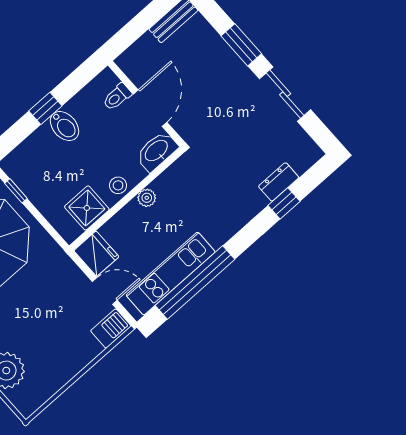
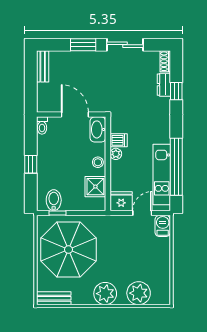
toilet: (117, 97) -> (42, 125), moved
bidet: (65, 126) -> (54, 200), moved, turned -90
shoe rack: (308, 159) -> (165, 61), added
dishwasher: (166, 187) -> (119, 140), added

